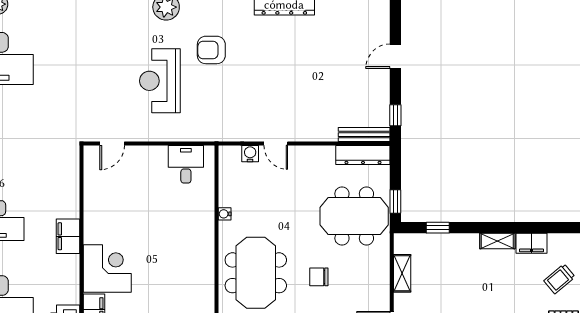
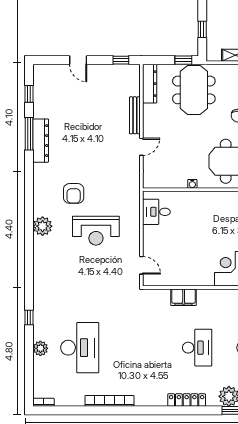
bench: (364, 135) -> (135, 115), moved
water cooler: (250, 154) -> (149, 165), removed
filing cabinet: (68, 236) -> (184, 297), moved

